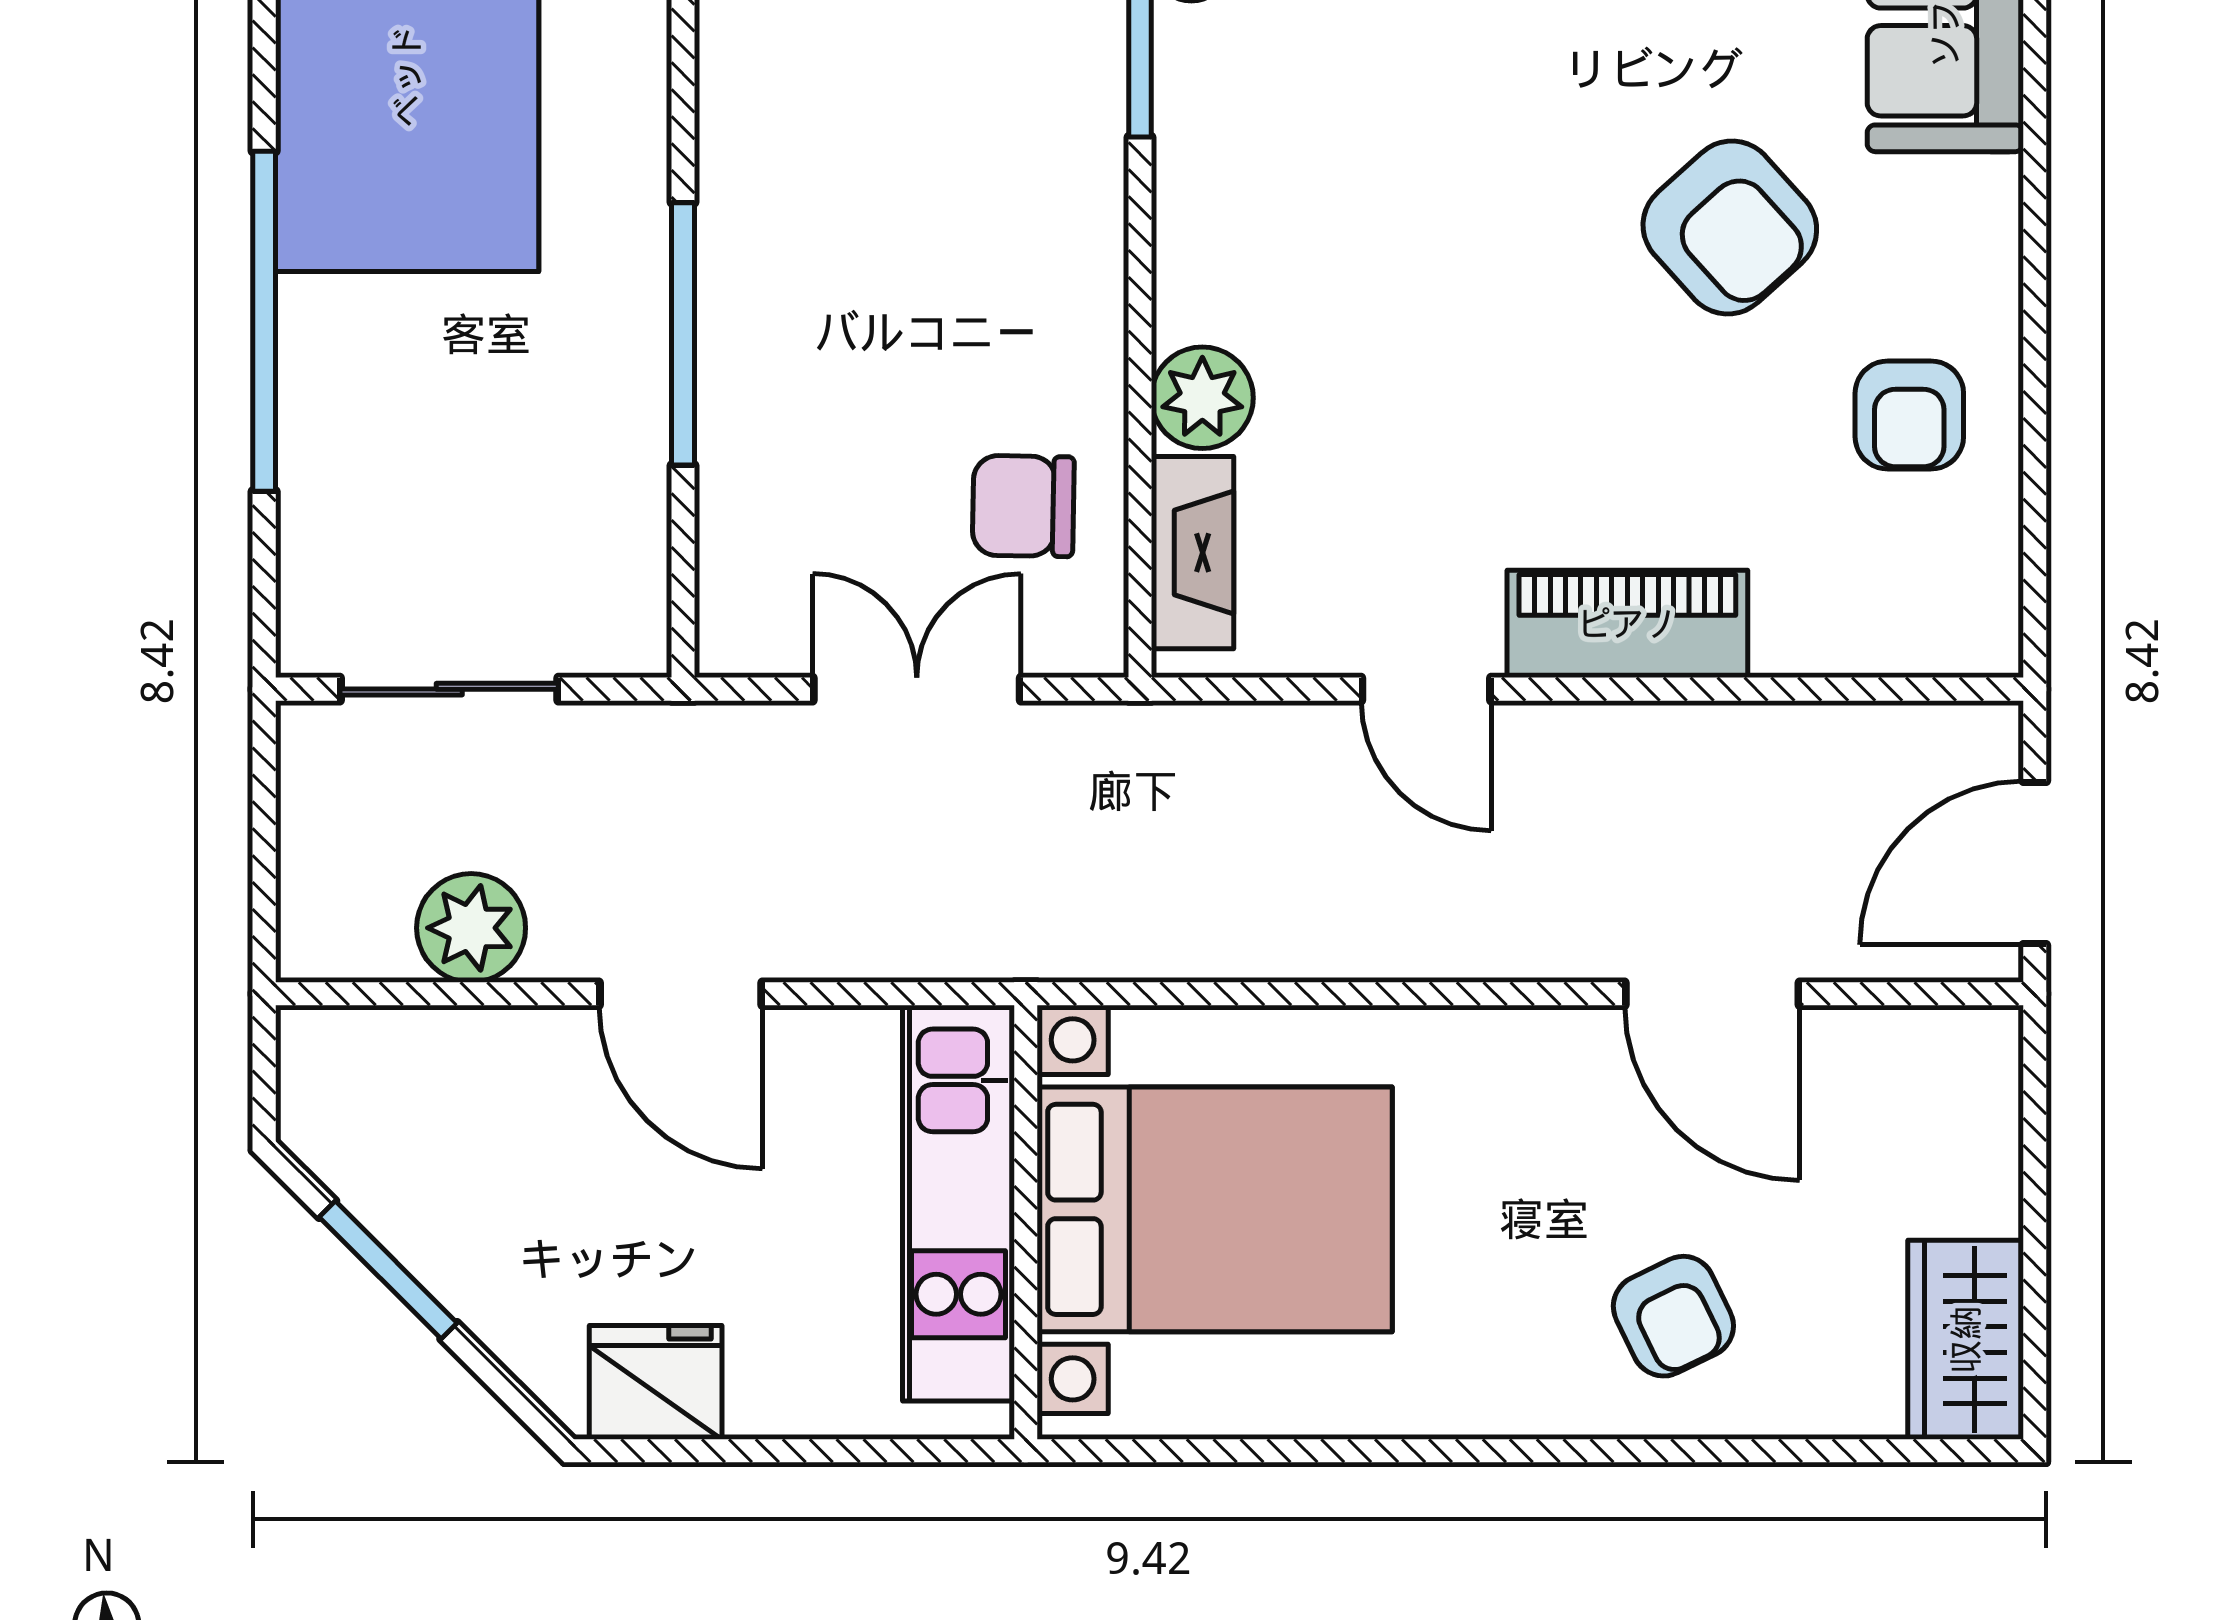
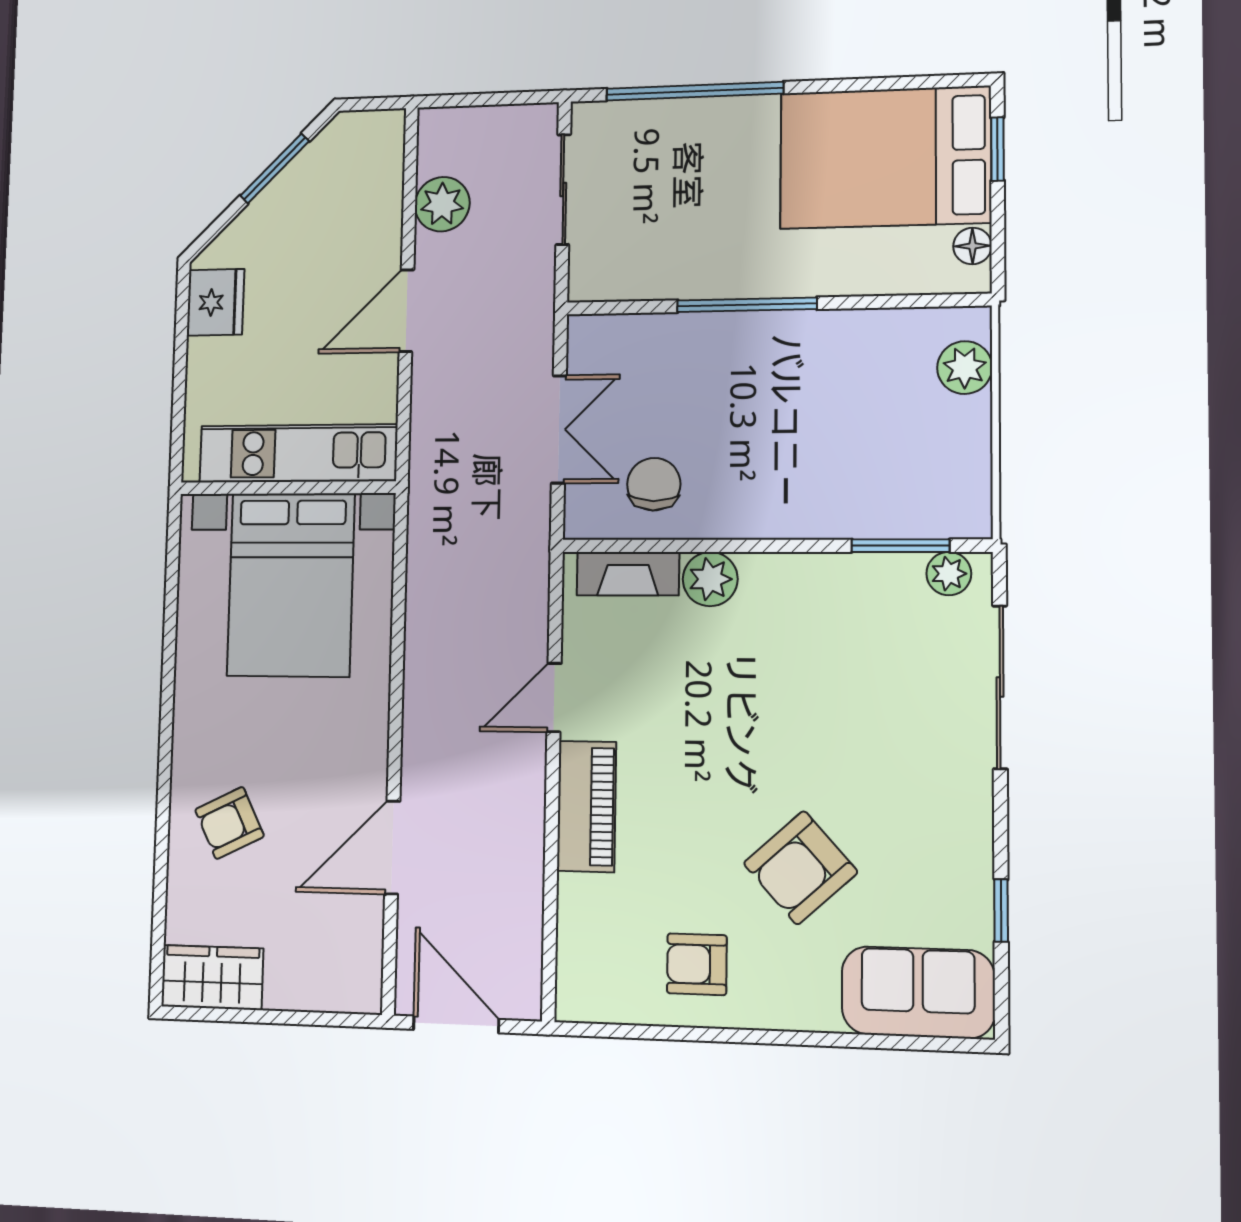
window: (264, 321) -> (694, 91), moved

